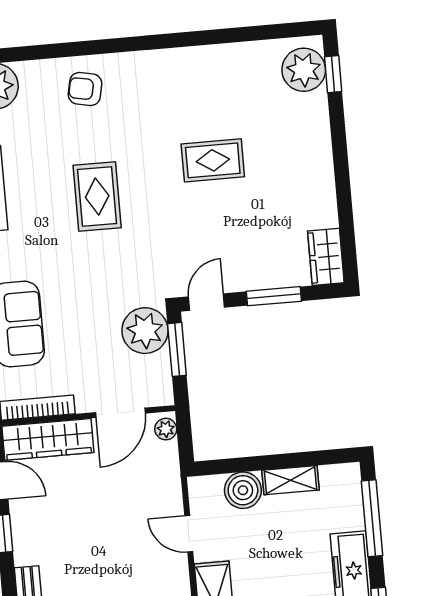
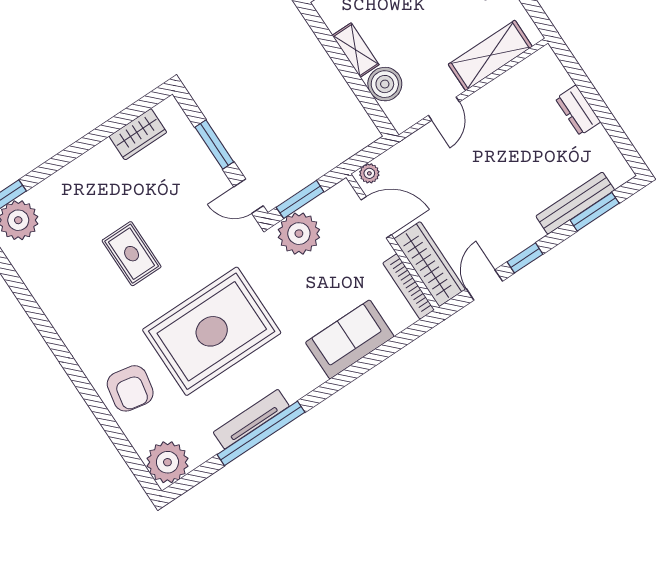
armchair: (85, 89) -> (130, 388), width x1.38, depth x1.38
rug: (97, 197) -> (212, 331), width x1.86, depth x2.06
wardrobe: (326, 257) -> (138, 134), moved

